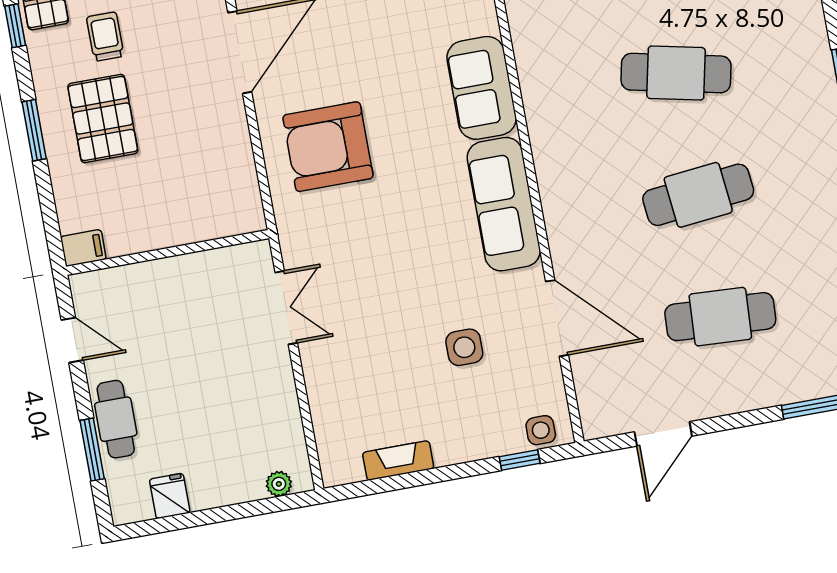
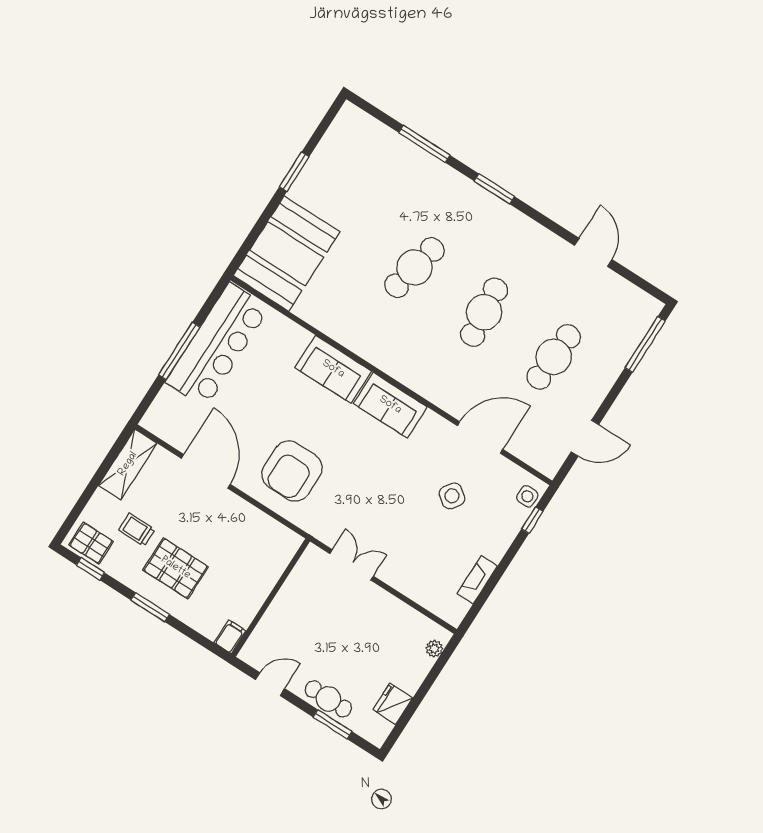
sofa: (504, 204) -> (390, 405), width x0.73
side table: (464, 347) -> (452, 496), turned 37
door: (663, 434) -> (585, 438), hinge flipped
fridge: (170, 496) -> (393, 704), width x1.38

